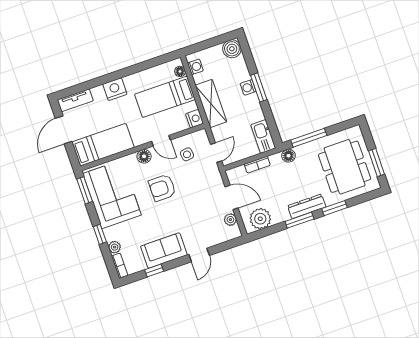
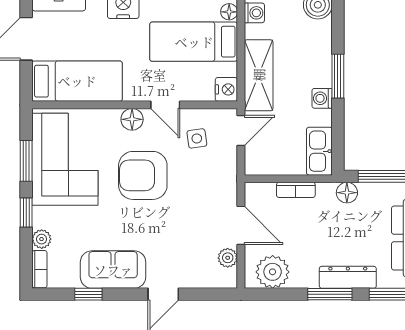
washing machine: (248, 87) -> (322, 98), moved
door: (216, 153) -> (241, 130), moved
armchair: (162, 188) -> (143, 175), width x1.36, depth x1.36
window: (85, 190) -> (26, 161), moved

